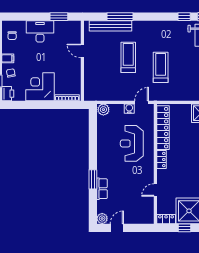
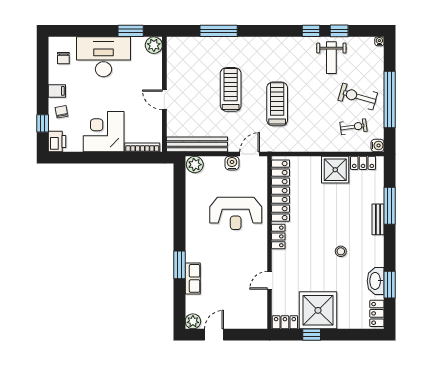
bench: (110, 26) -> (197, 144), moved
plant: (75, 27) -> (154, 45), added
desk: (40, 31) -> (103, 57), width x1.36, depth x1.30
door: (82, 51) -> (164, 100), moved
reception desk: (132, 143) -> (236, 213), turned -90

